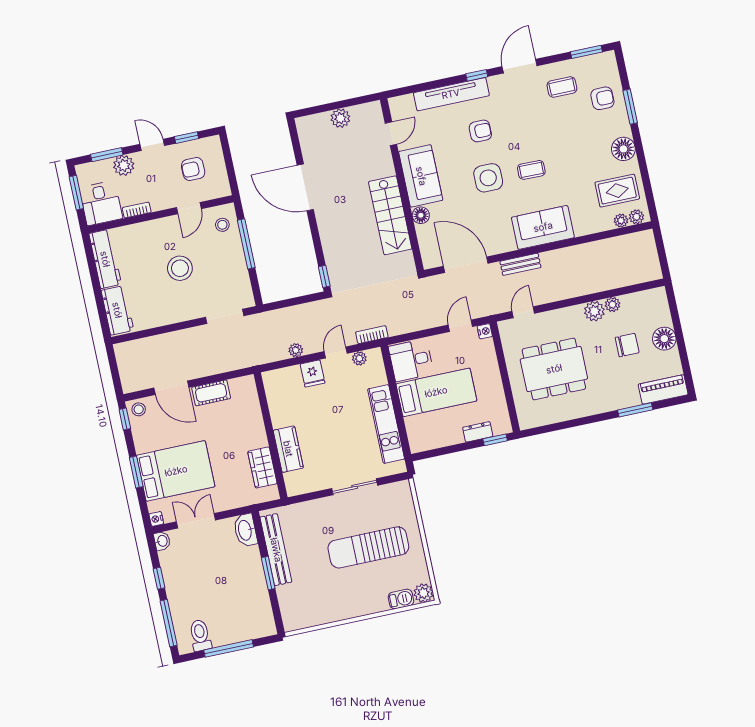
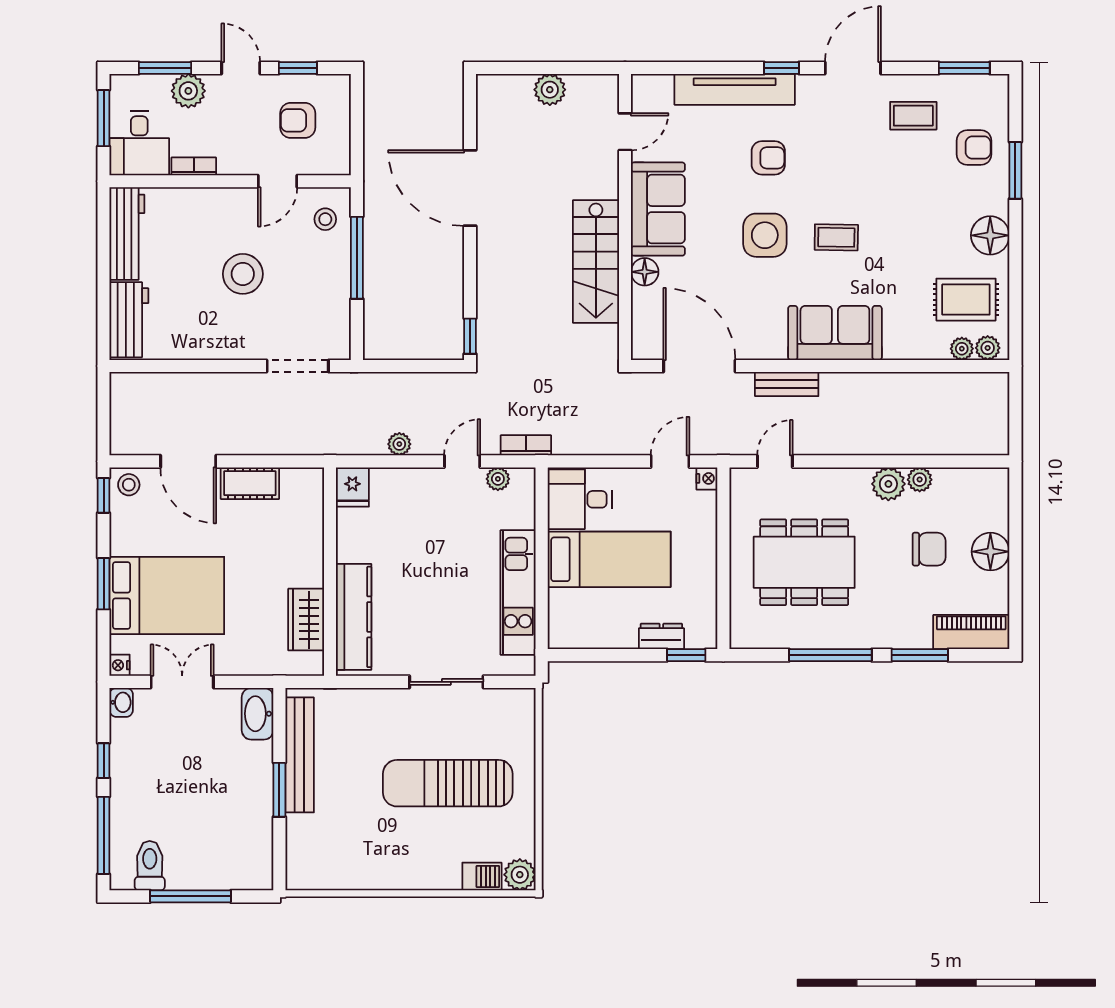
fridge: (313, 374) -> (352, 487), moved
window: (582, 421) -> (830, 655), added
kitchen counter: (288, 449) -> (354, 617), width x1.50

